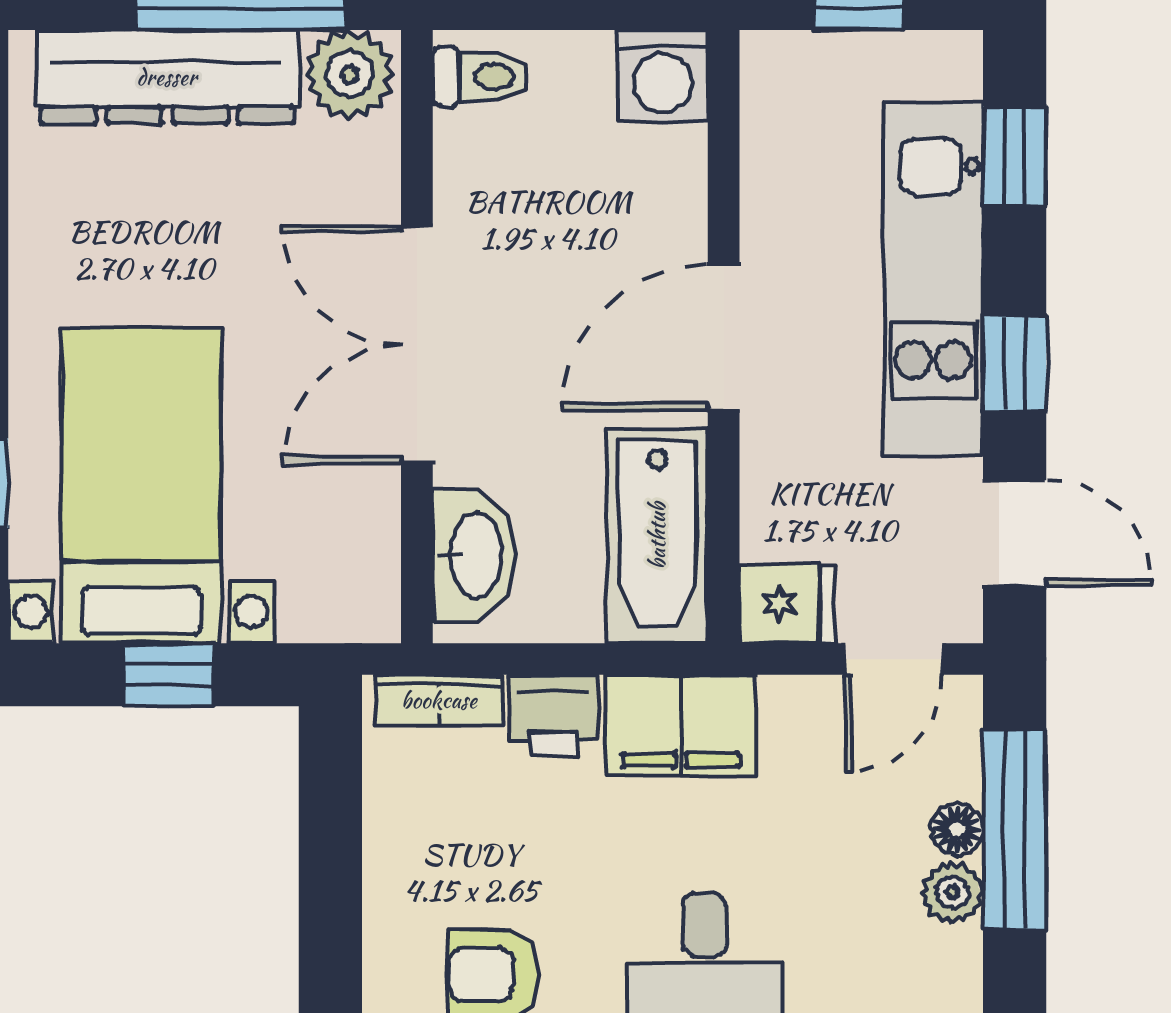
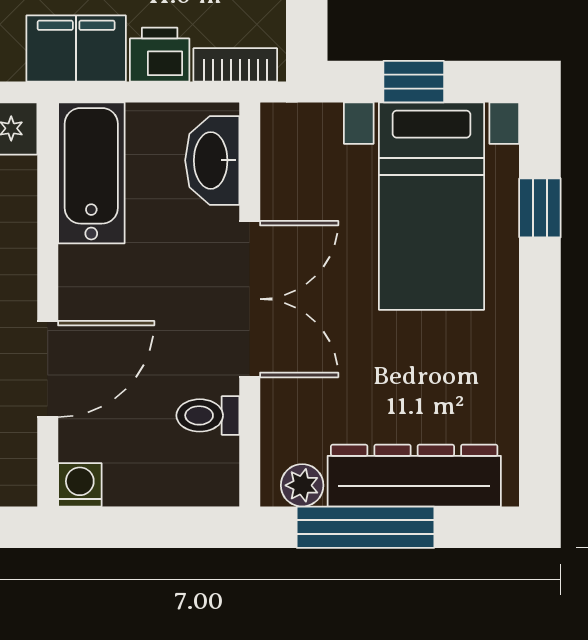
plant: (350, 74) -> (302, 485), width x0.73, depth x0.73
washing machine: (662, 75) -> (80, 485), width x0.73, depth x0.73
toilet: (480, 76) -> (208, 415), moved
door: (724, 337) -> (48, 369), moved

